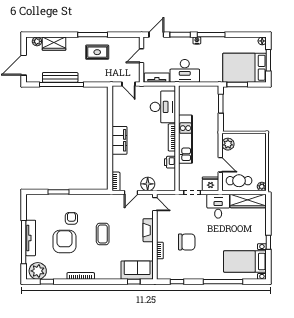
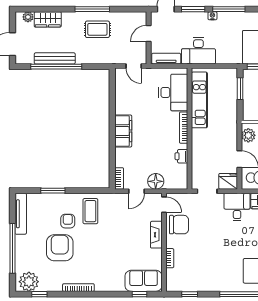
kitchen unit: (186, 139) -> (199, 100), moved
coffee table: (103, 234) -> (90, 211), moved
tv unit: (31, 238) -> (21, 214), moved
chair: (187, 242) -> (179, 225), moved

